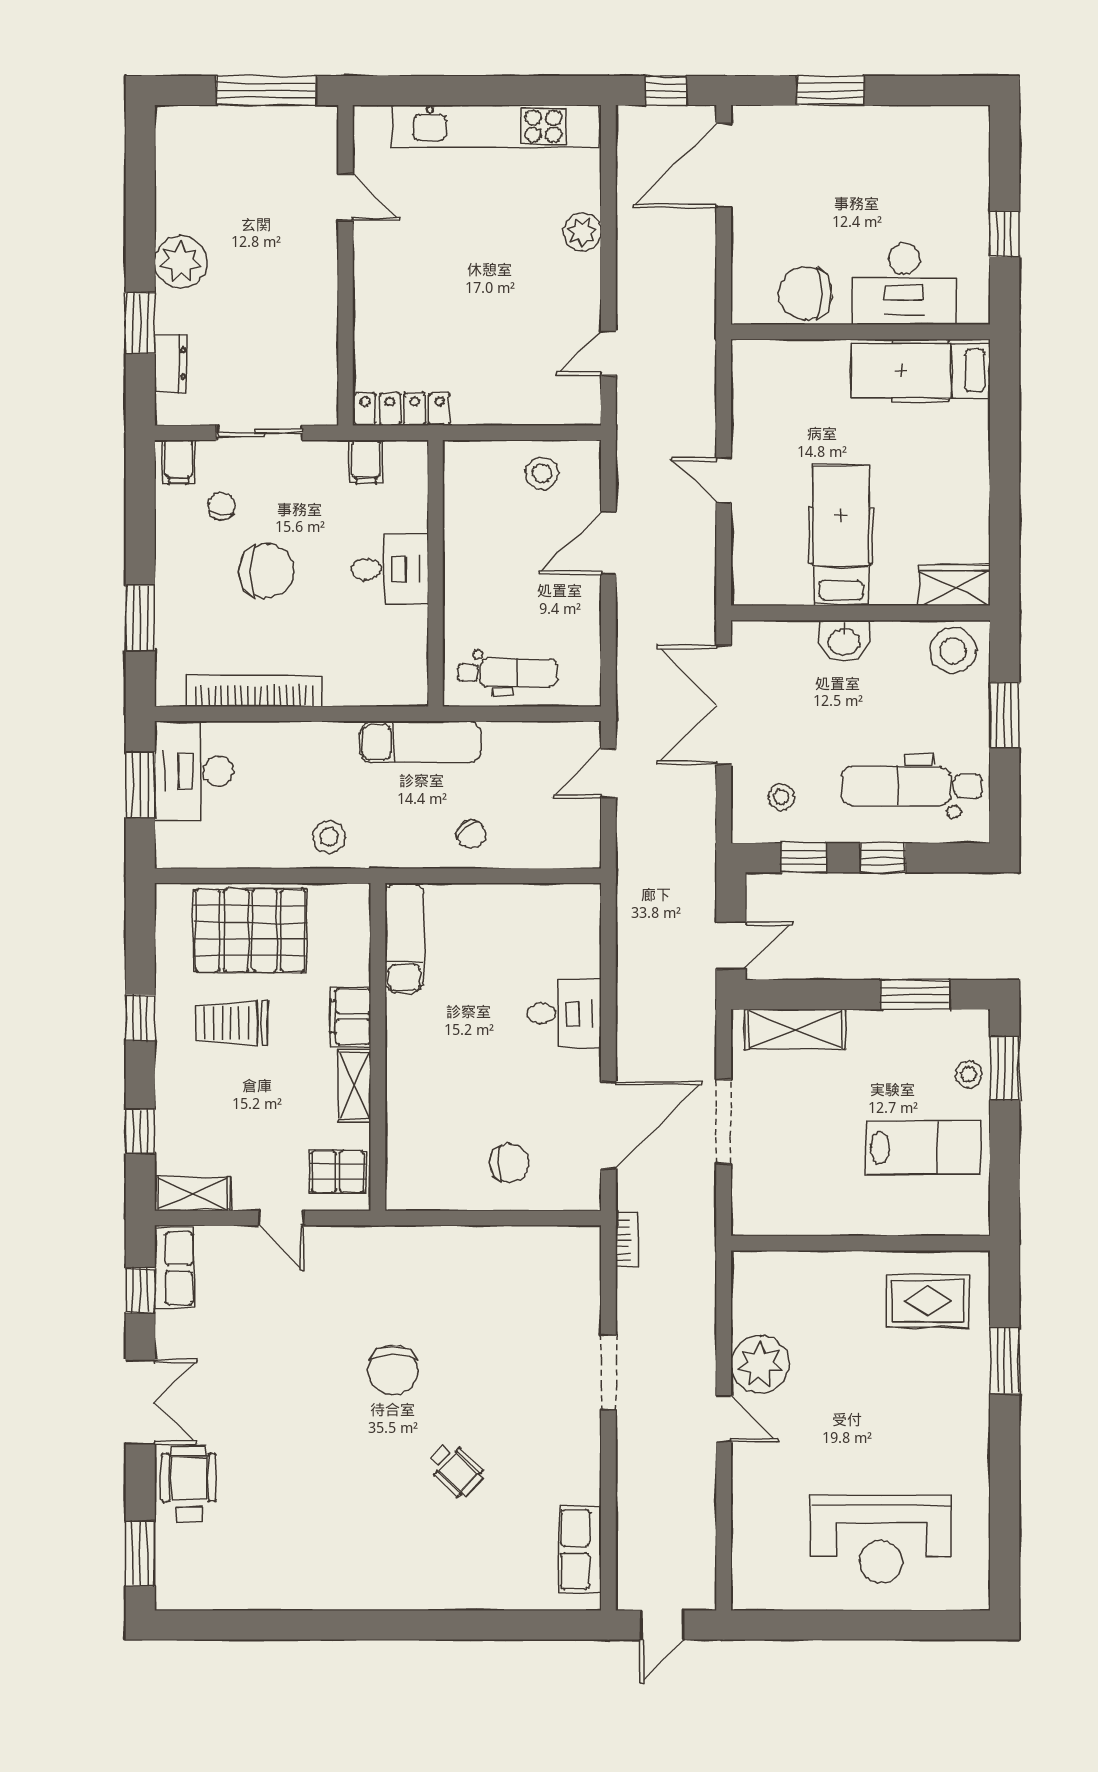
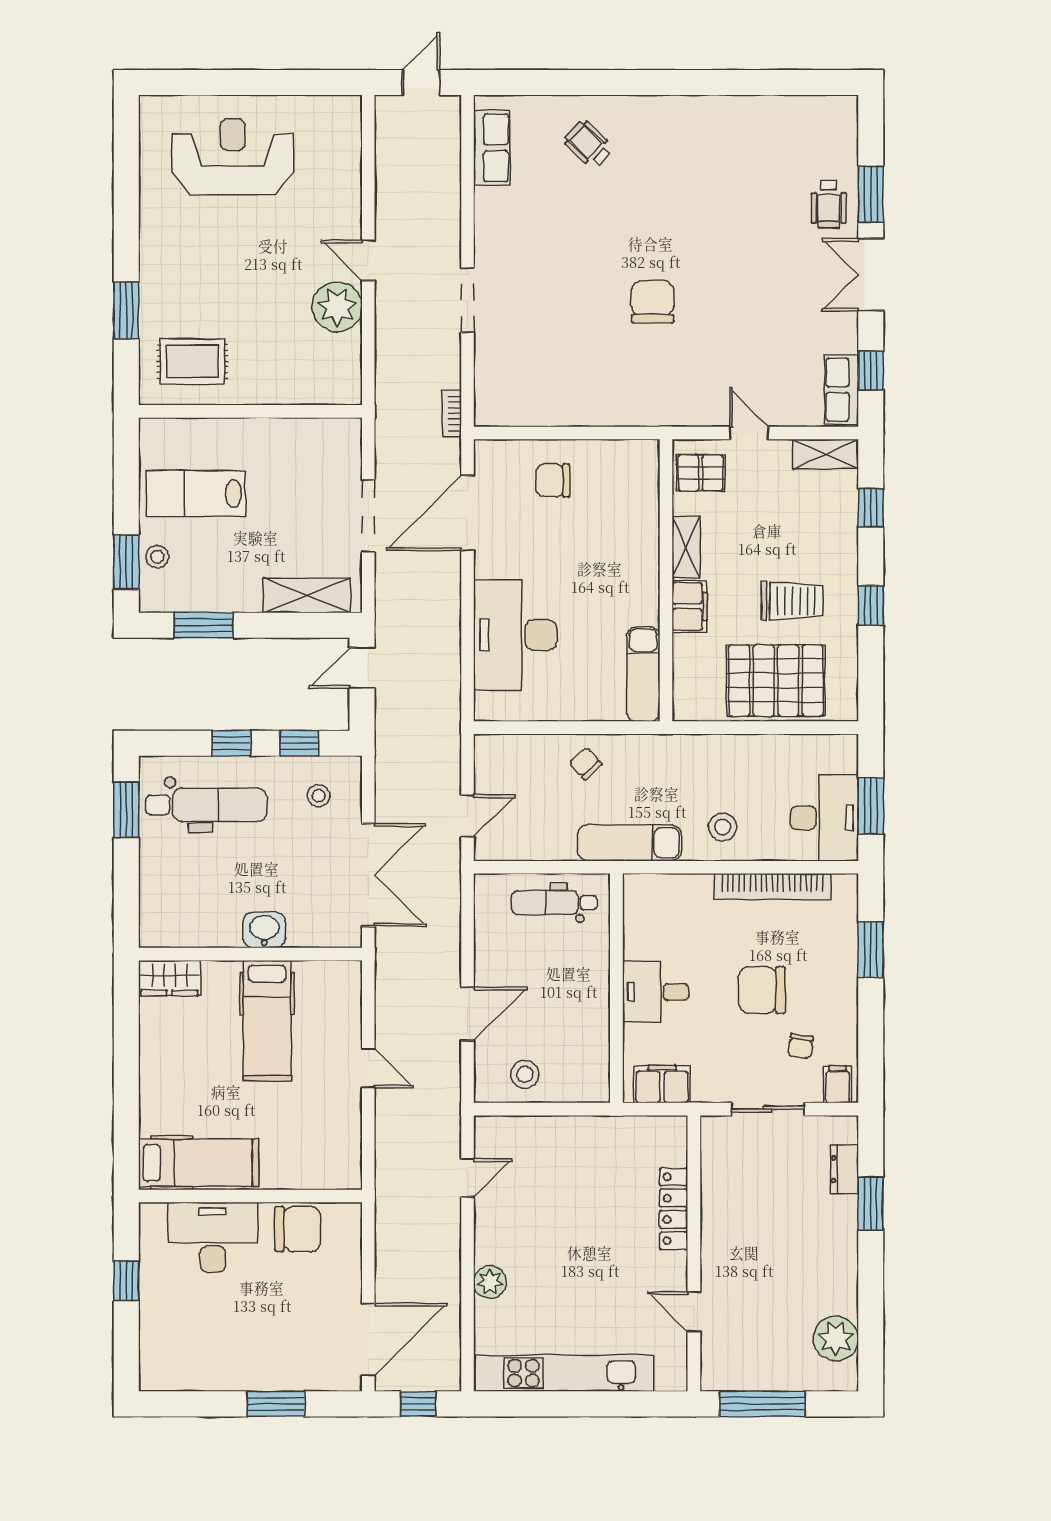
plant: (181, 262) -> (836, 1339), moved
locker: (402, 409) -> (674, 1209), moved, turned 90
filing cabinet: (366, 462) -> (662, 1084), width x2.00
stool: (953, 651) -> (171, 921), removed
window: (1005, 715) -> (126, 810), moved
stool: (329, 837) -> (723, 827), moved
desk: (564, 1013) -> (515, 635), width x1.87, depth x1.30
wheelchair: (456, 1469) -> (589, 145), moved
wheelchair: (189, 1484) -> (829, 204), width x0.73, depth x0.73
window: (140, 1554) -> (871, 194), moved

